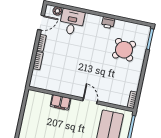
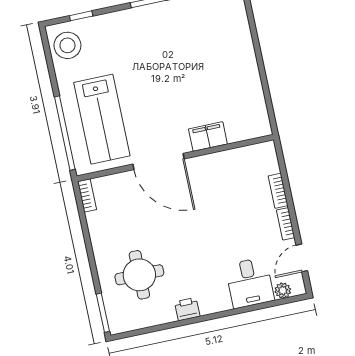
round table: (124, 50) -> (139, 275), turned 45
door: (90, 101) -> (158, 161), width x1.87

